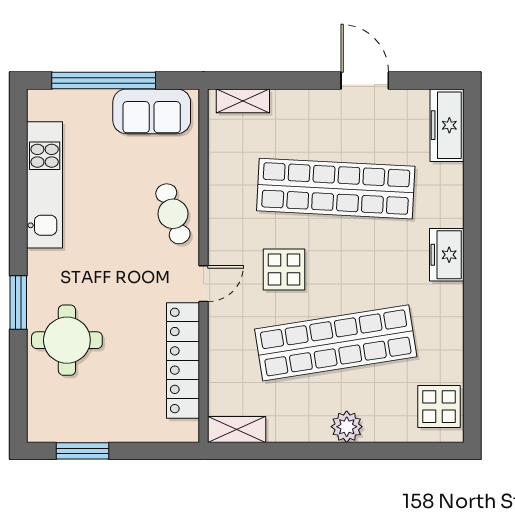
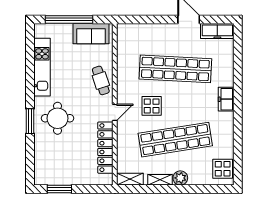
shelving: (243, 101) -> (160, 180), moved
freezer: (447, 125) -> (217, 31), moved, turned -90
round table: (67, 340) -> (58, 118), moved

